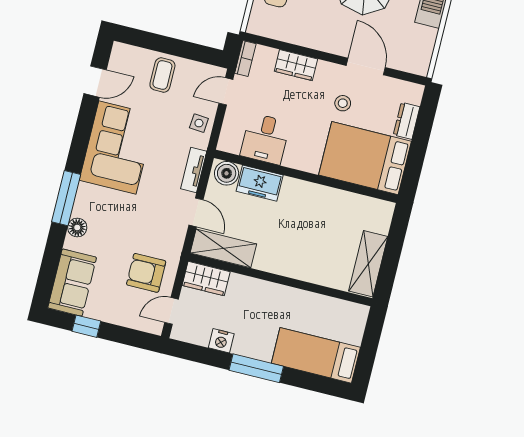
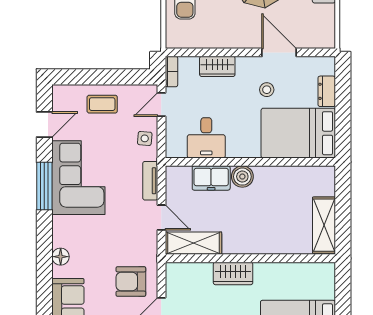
coffee table: (162, 75) -> (102, 104), turned 90
boiler: (227, 173) -> (242, 177), moved
window: (66, 198) -> (44, 186), moved
wardrobe: (206, 279) -> (233, 273), moved

